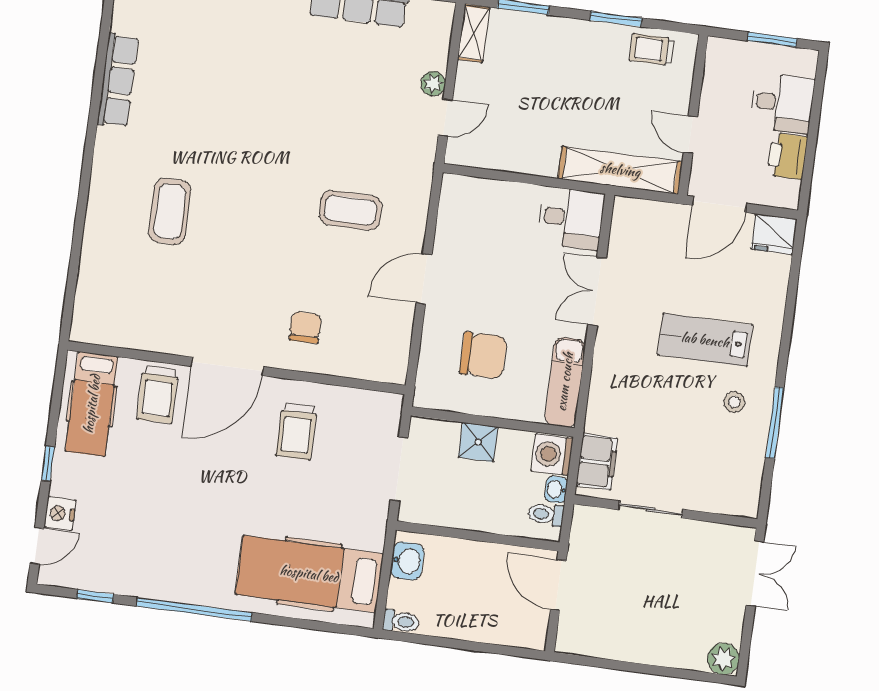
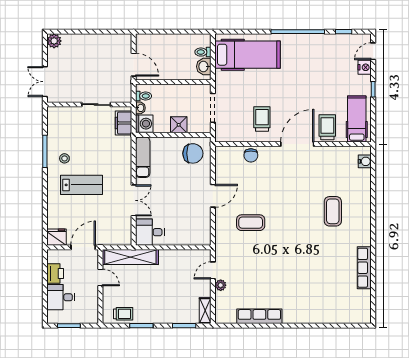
water cooler: (87, 310) -> (365, 161), added
chair: (305, 327) -> (251, 155), moved
chair: (483, 355) -> (193, 153), moved, turned 180
toilet: (401, 621) -> (203, 52), moved

